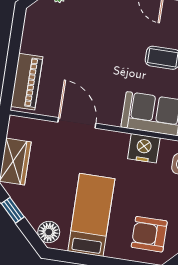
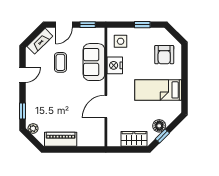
piano: (27, 82) -> (61, 139), moved
floor lamp: (49, 232) -> (159, 126), moved

